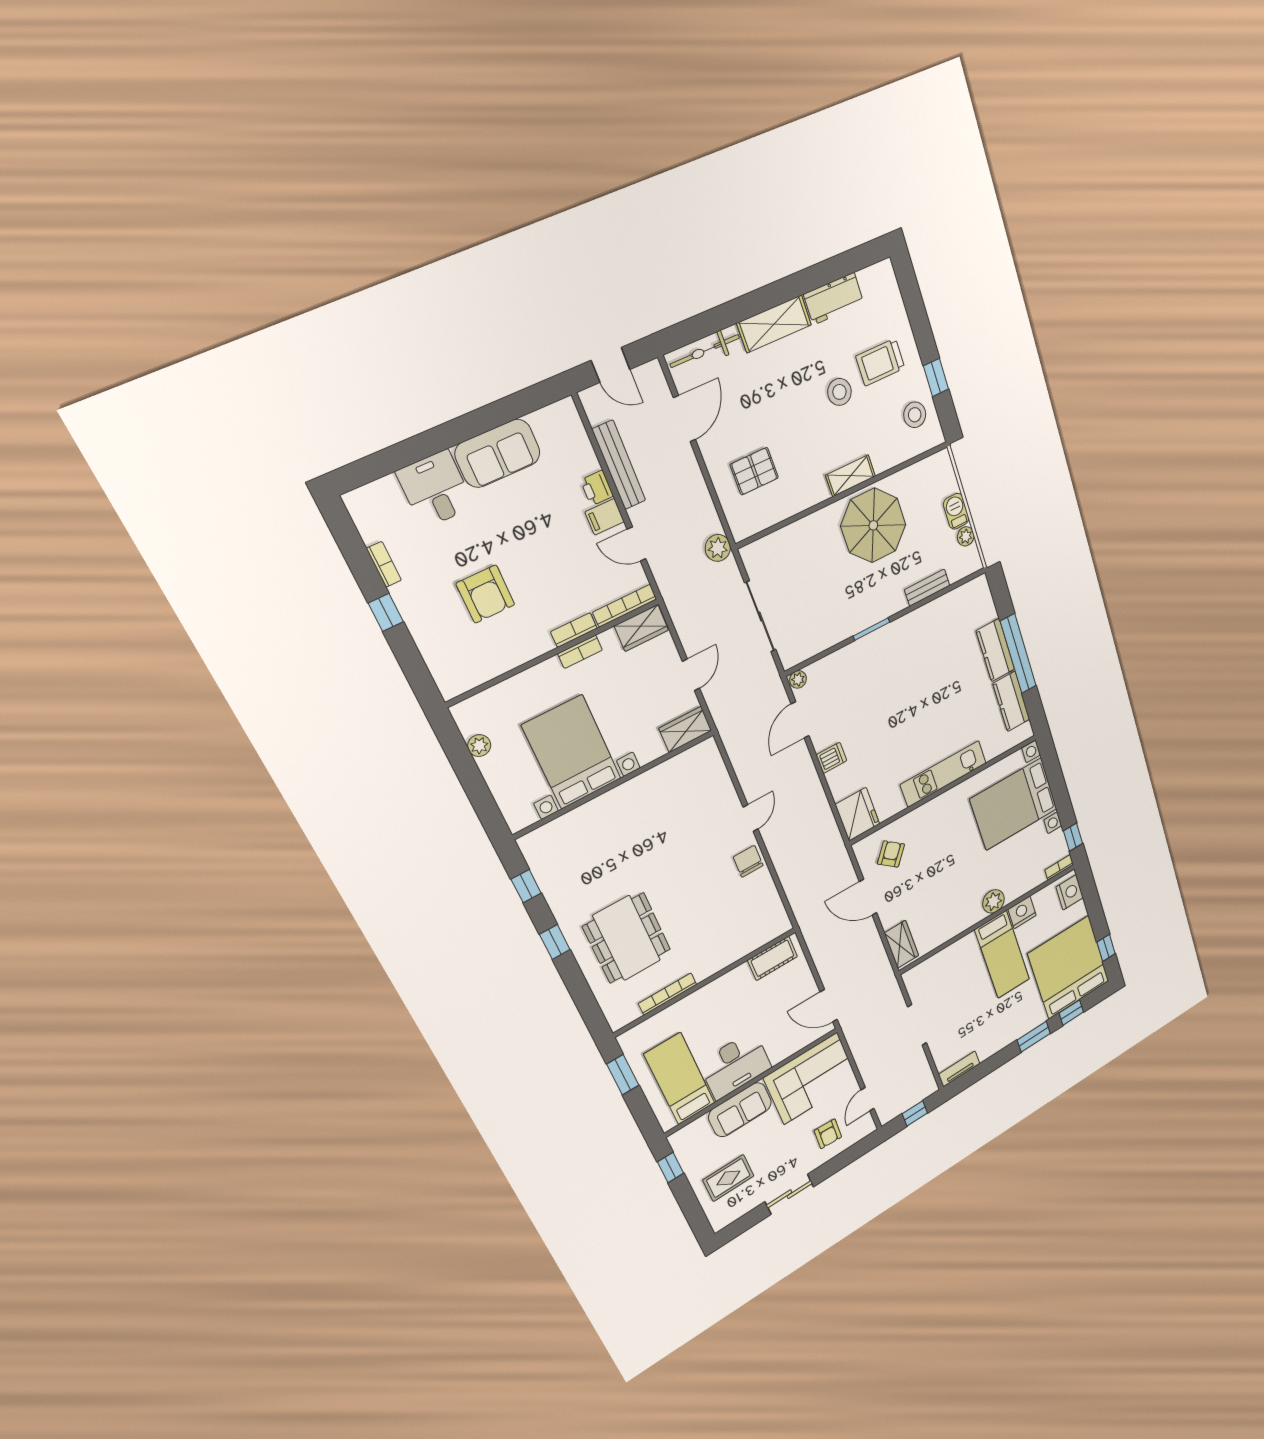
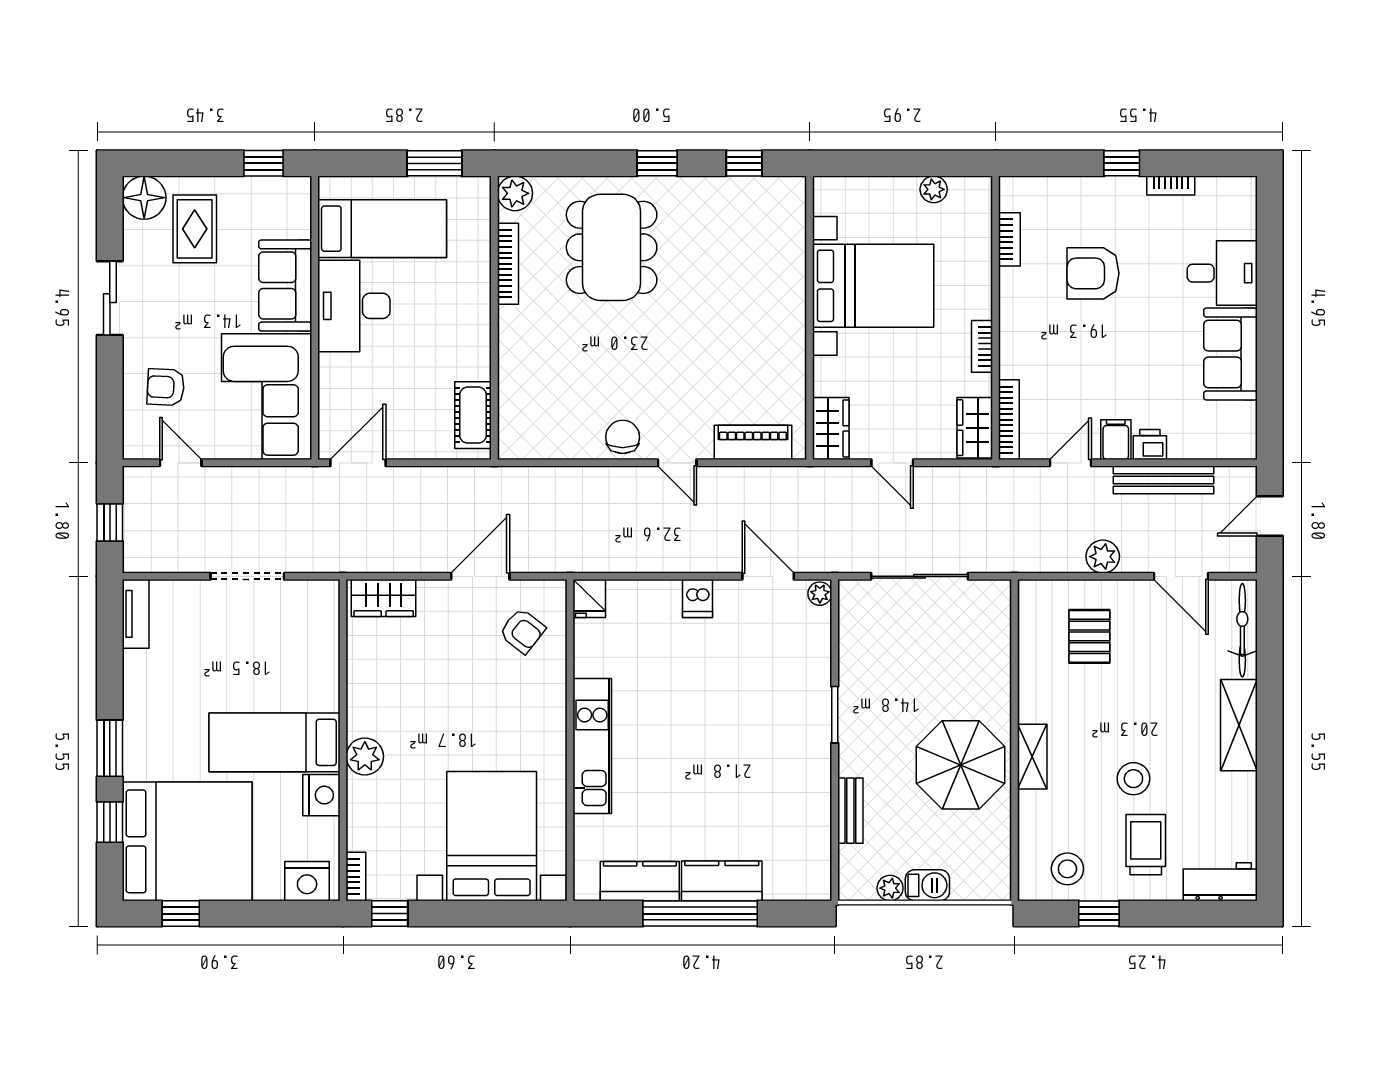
workbench: (834, 299) -> (1220, 882), moved, turned 90
plant: (718, 548) -> (1103, 557), moved
bookcase: (574, 630) -> (1009, 239), moved
piano: (717, 776) -> (753, 442), added
fridge: (857, 814) -> (589, 599), width x0.53, depth x0.75
chair: (748, 861) -> (623, 437), turned -90
dining table: (627, 938) -> (612, 247), turned 90
plant: (619, 1017) -> (515, 193), added
floor lamp: (722, 1215) -> (144, 198), added

